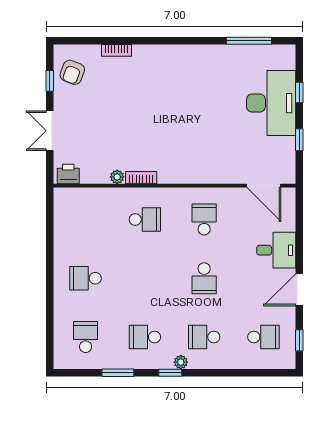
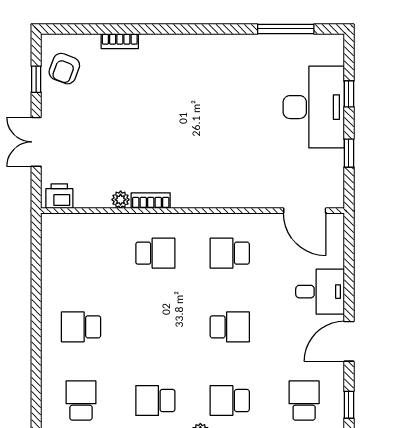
school desk: (204, 220) -> (230, 253), turned -90
school desk: (204, 278) -> (230, 327), turned -90
school desk: (263, 337) -> (304, 401), turned -90

